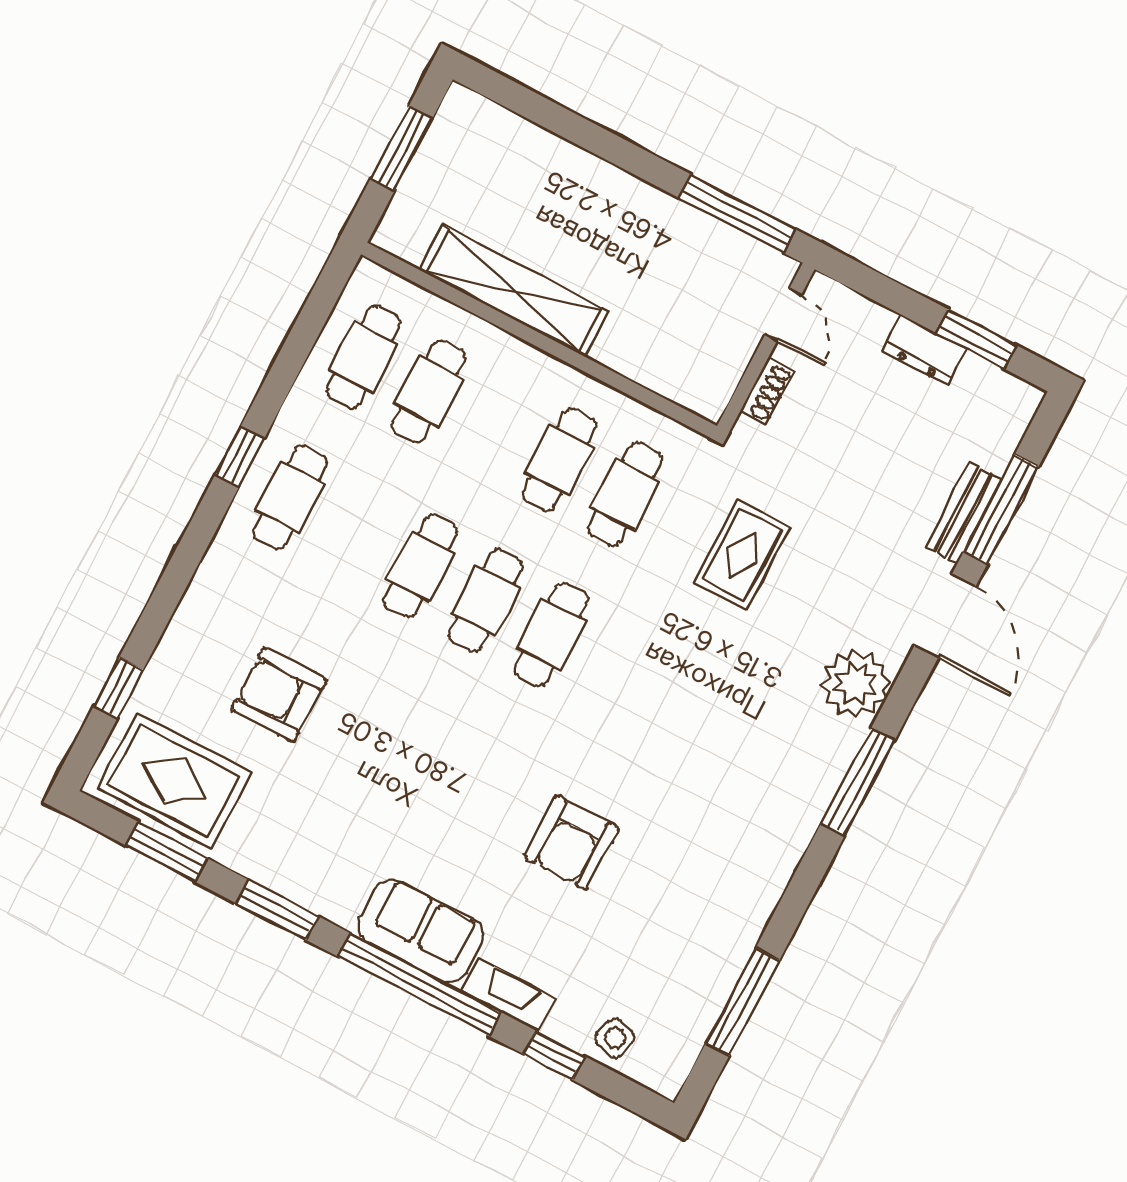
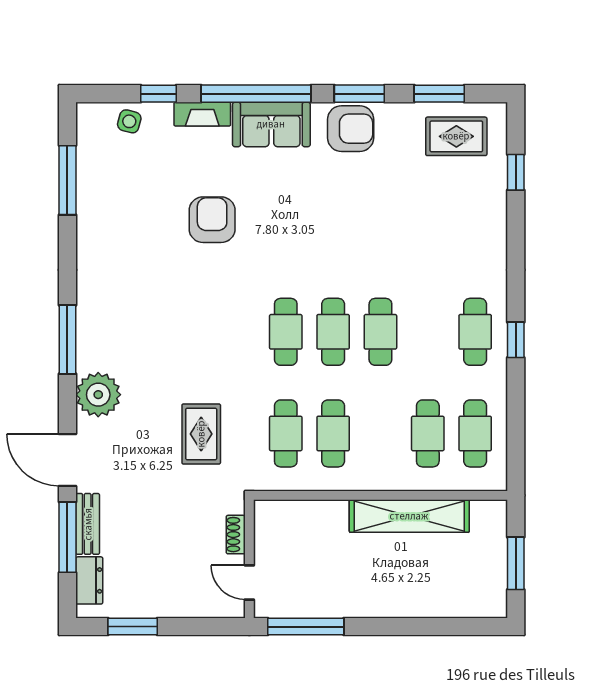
dresser: (924, 350) -> (89, 580), moved, turned 90
armchair: (279, 695) -> (351, 129), moved
rug: (174, 781) -> (456, 136), width x0.73, depth x0.70

